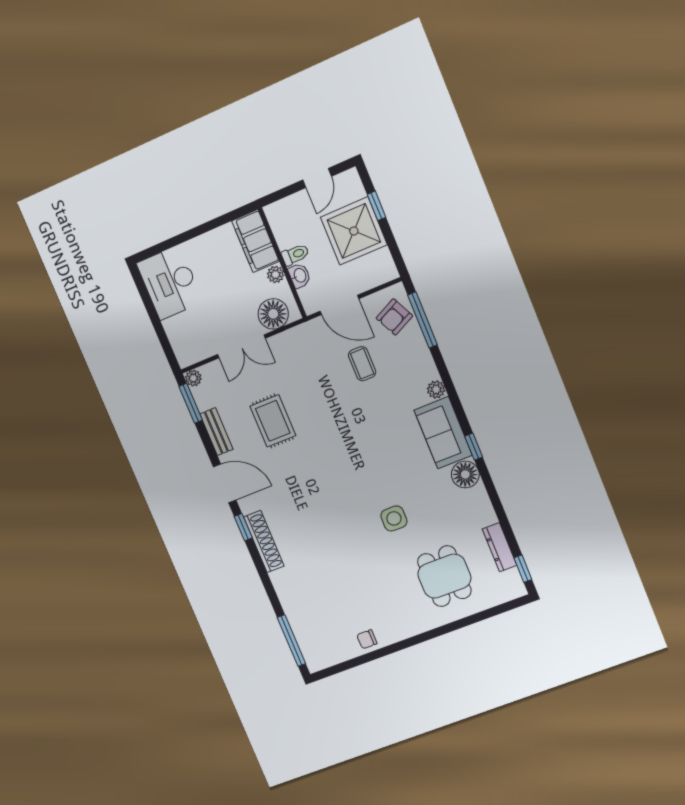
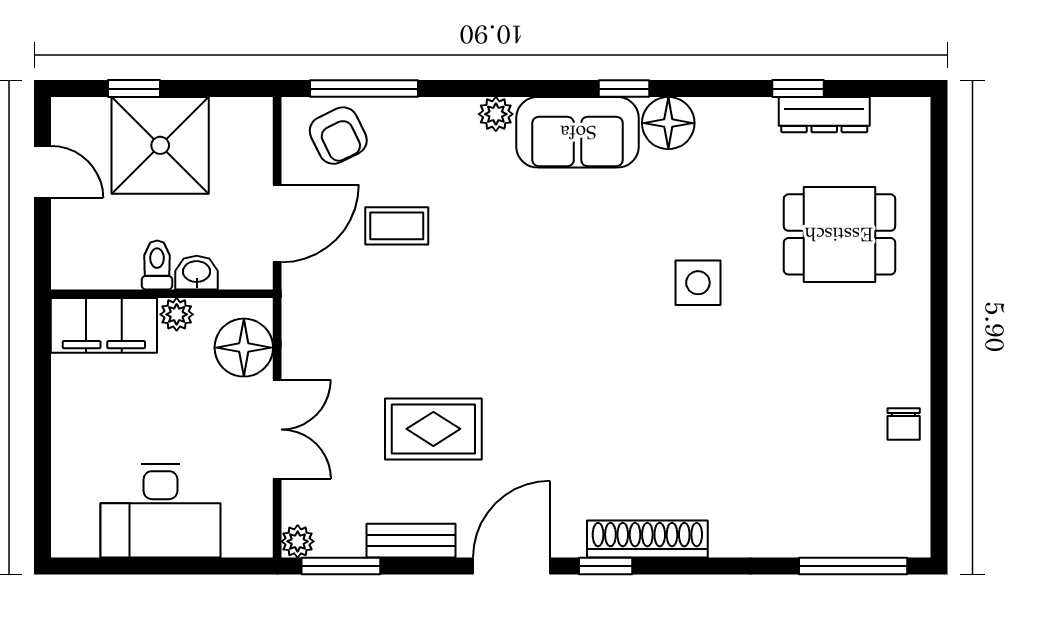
desk: (170, 283) -> (160, 511), moved
window: (523, 569) -> (798, 89), moved

